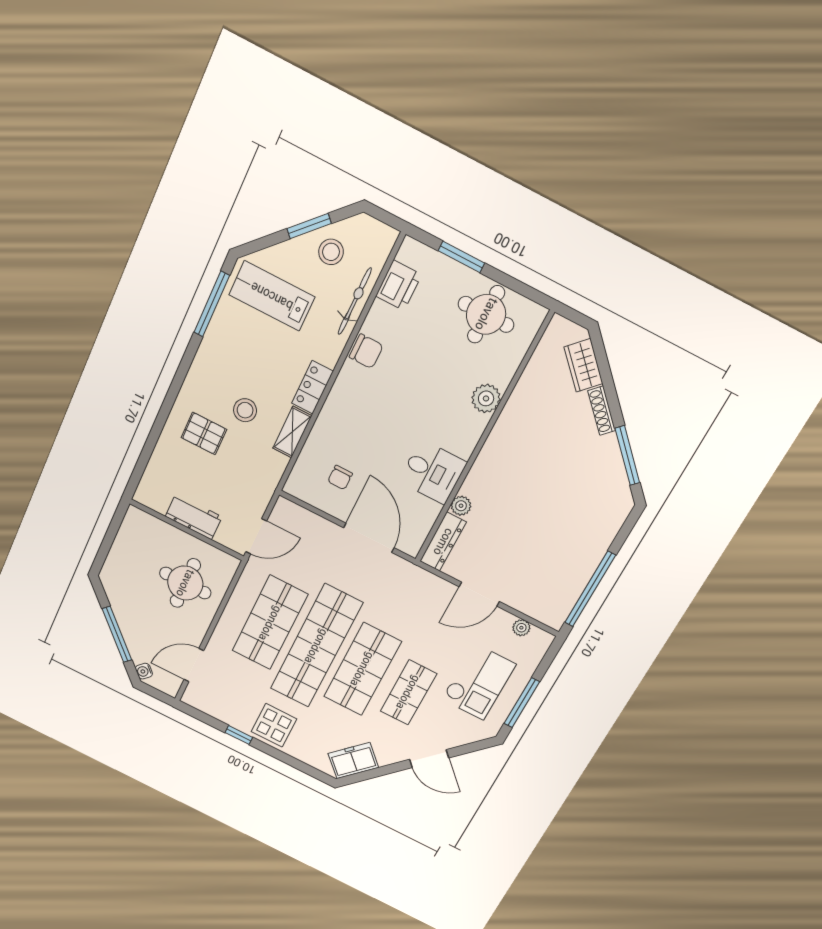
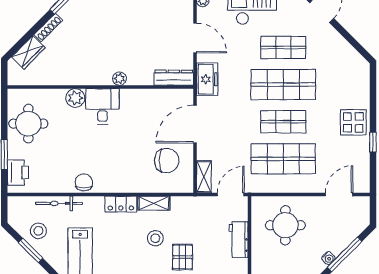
printer: (399, 285) -> (18, 173), moved, turned 90
desk: (433, 472) -> (103, 106), moved
chair: (340, 478) -> (167, 161), width x1.87, depth x1.87
plant: (461, 506) -> (119, 79), moved
shelving: (295, 514) -> (204, 177), added
door: (256, 536) -> (231, 194), hinge flipped
shop shelf: (316, 646) -> (283, 122), width x0.50, depth x0.74
door: (194, 665) -> (339, 194), swing flipped
water cooler: (144, 671) -> (328, 258), moved
freezer: (353, 761) -> (207, 79), moved, turned -135

